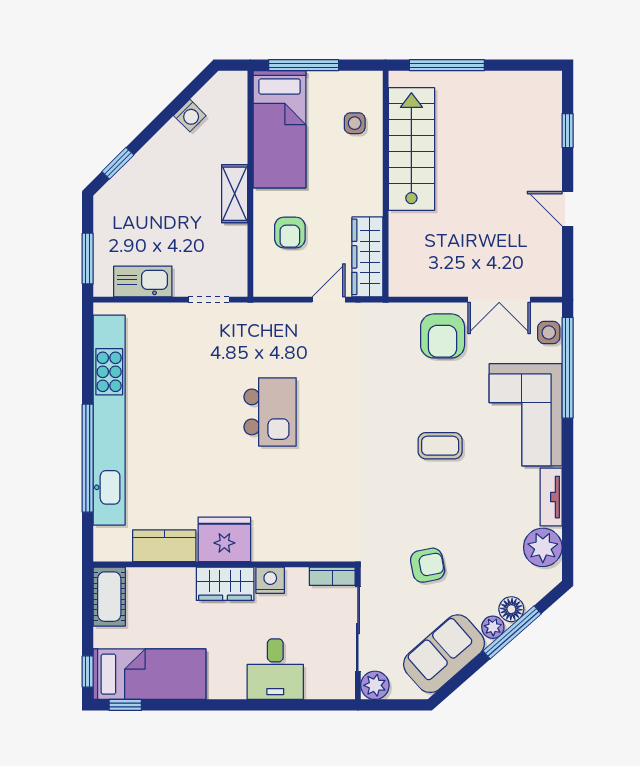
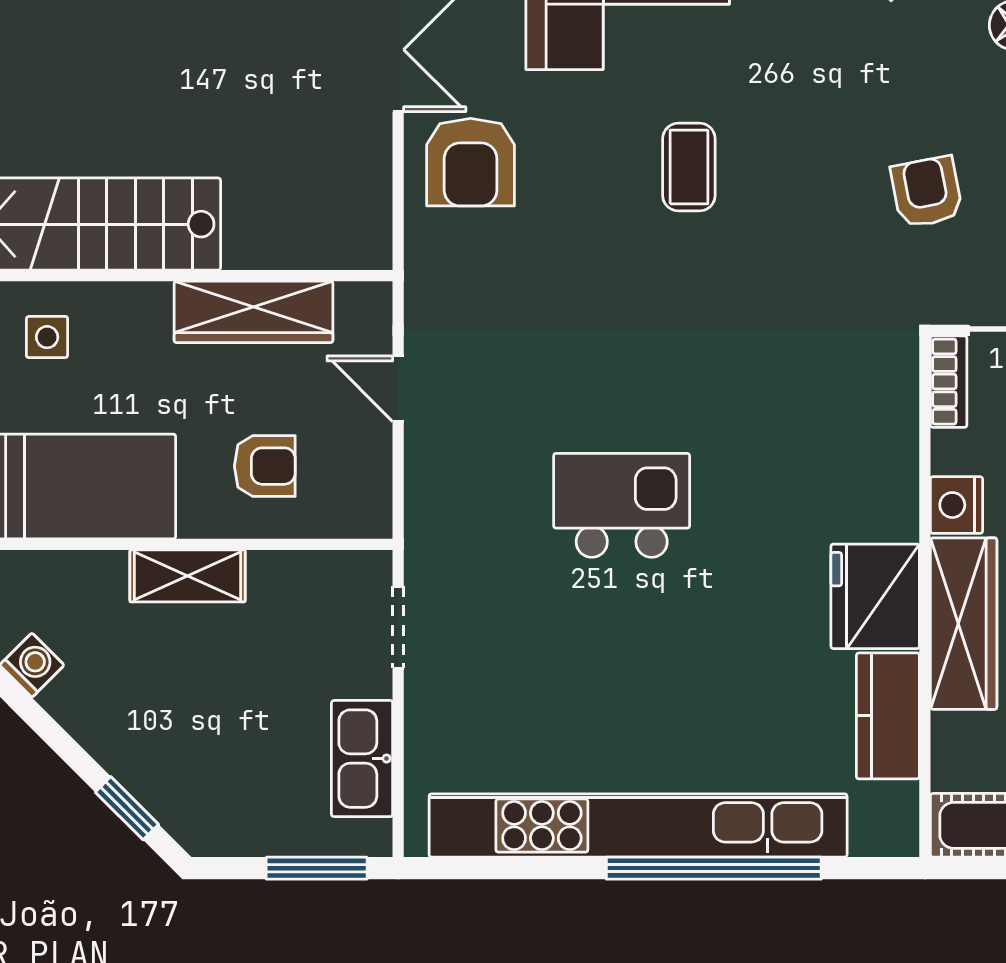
wardrobe: (367, 257) -> (254, 312), moved
armchair: (443, 336) -> (471, 162), turned 90
wardrobe: (225, 584) -> (964, 624), width x1.50

